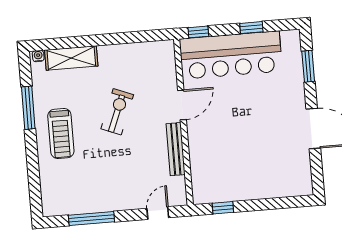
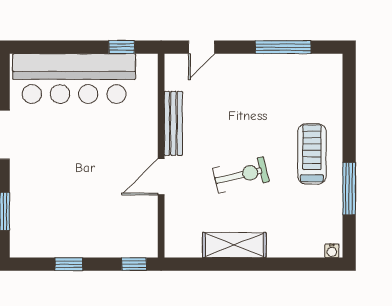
bar counter: (231, 55) -> (74, 79), moved, turned 180
shelving: (71, 58) -> (234, 245), moved
exercise bike: (117, 112) -> (241, 175), turned -125

